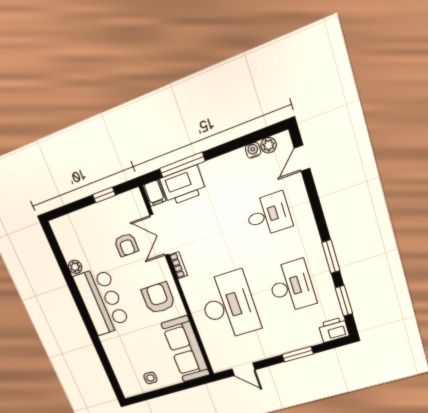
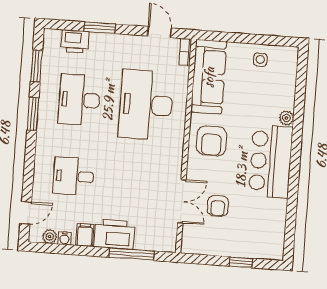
printer: (183, 186) -> (115, 234), moved
filing cabinet: (154, 193) -> (85, 235), moved
window: (104, 195) -> (241, 262), moved
armchair: (126, 245) -> (218, 206), turned 180
bookcase: (178, 265) -> (185, 52), moved
plant: (75, 267) -> (286, 118), moved
printer: (334, 330) -> (75, 41), moved

